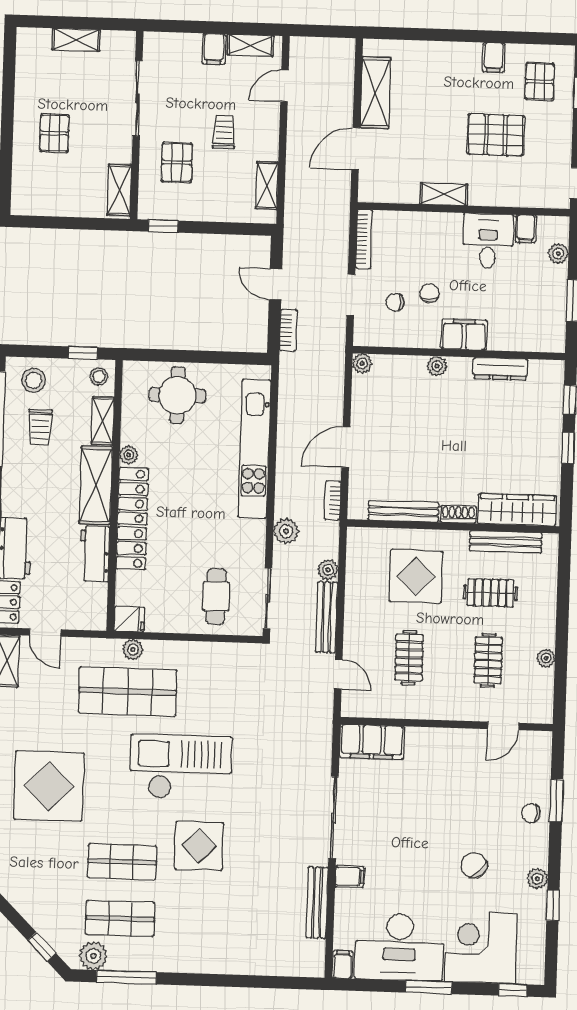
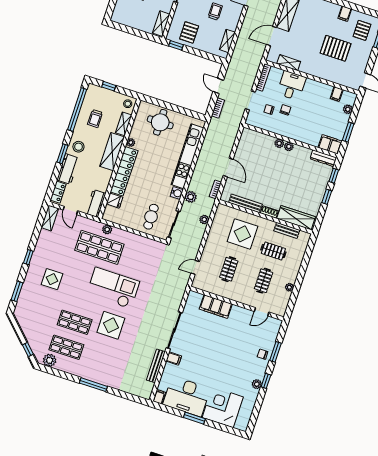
pallet: (177, 162) -> (189, 32), moved
shelving: (444, 194) -> (289, 63), moved
desk: (488, 241) -> (291, 86), moved
filing cabinet: (464, 335) -> (330, 144), moved
window: (83, 353) -> (109, 86), moved
plant: (362, 363) -> (289, 146), moved
dresser: (500, 369) -> (323, 158), moved
stool: (34, 380) -> (78, 147), moved
door: (346, 447) -> (228, 167), swing flipped
water cooler: (255, 532) -> (177, 193), added
bench: (506, 542) -> (287, 230), width x0.73
workbench: (95, 554) -> (96, 203), moved
bench: (327, 617) -> (197, 240), removed
fridge: (129, 619) -> (114, 201), moved
door: (338, 674) -> (195, 267), swing flipped
filing cabinet: (372, 742) -> (216, 307), moved
display table: (49, 786) -> (52, 279), width x0.54, depth x0.54
chair: (474, 865) -> (230, 370), removed
window: (553, 905) -> (266, 381), moved
window: (126, 977) -> (93, 385), moved
window: (513, 990) -> (231, 430), removed

